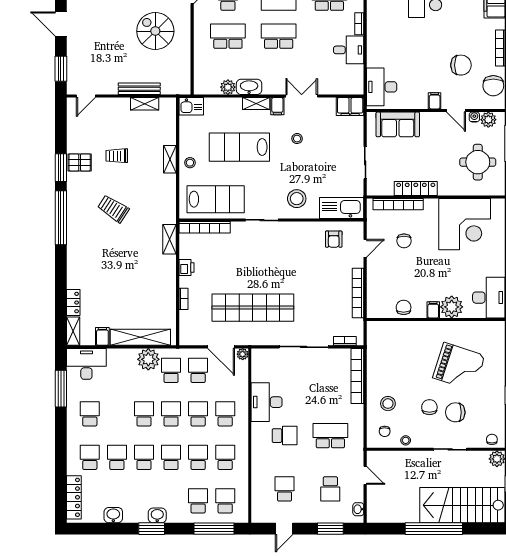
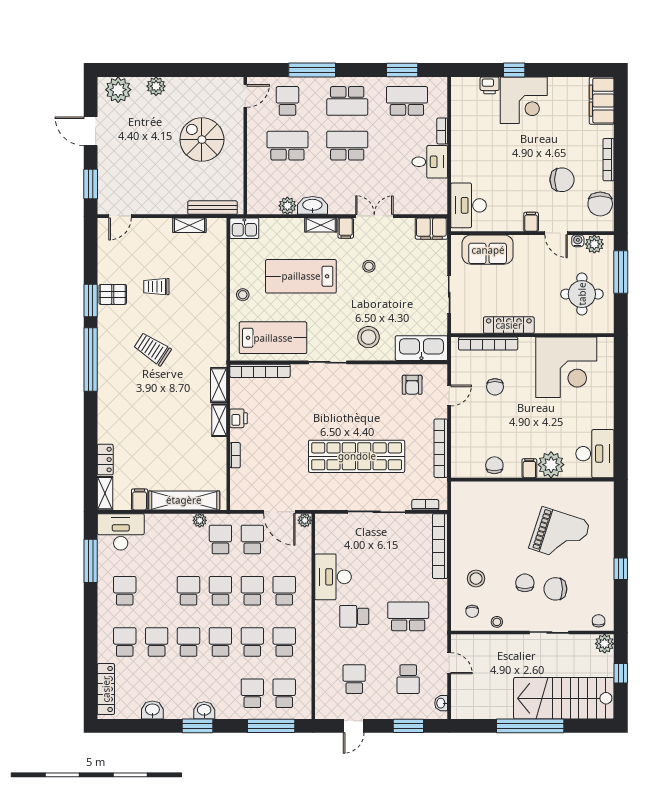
bench: (139, 89) -> (213, 208), moved
shelving: (170, 159) -> (219, 420), moved
shop shelf: (253, 308) -> (357, 456), moved
plant: (148, 359) -> (200, 520), width x0.53, depth x0.53
school desk: (285, 436) -> (354, 616), turned 180

